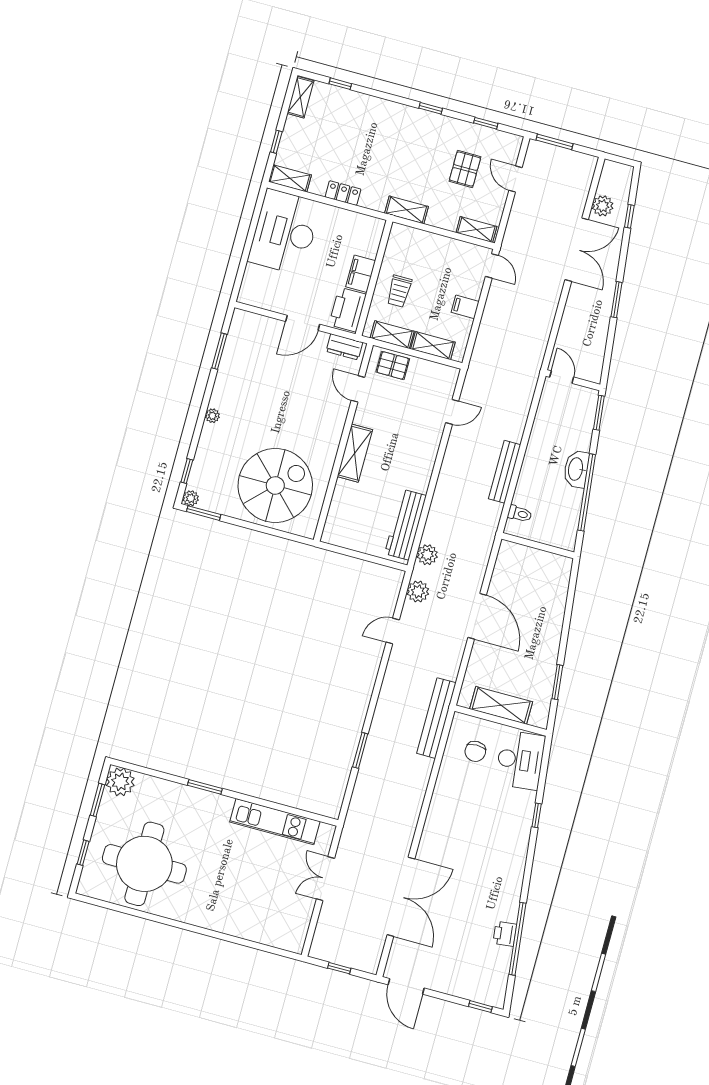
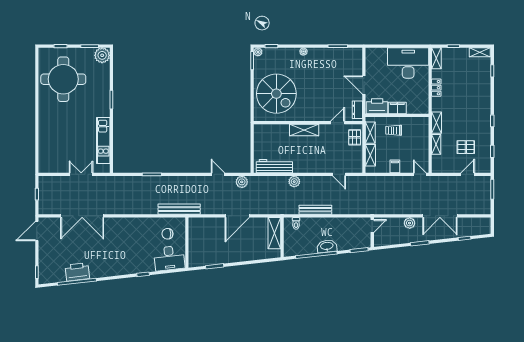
plant: (603, 206) -> (410, 223), moved
shelving: (476, 230) -> (436, 144), moved
door: (492, 266) -> (420, 174), swing flipped
plant: (427, 555) -> (294, 182), moved
shelving: (501, 705) -> (274, 233), moved
printer: (505, 934) -> (77, 272), width x1.87, depth x1.48

